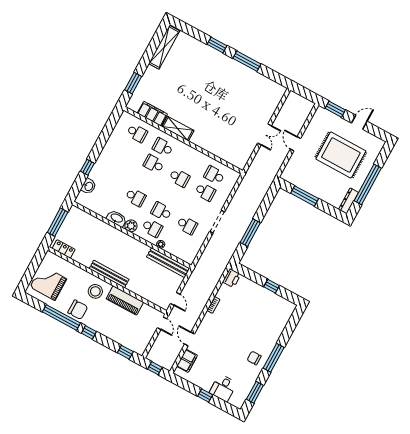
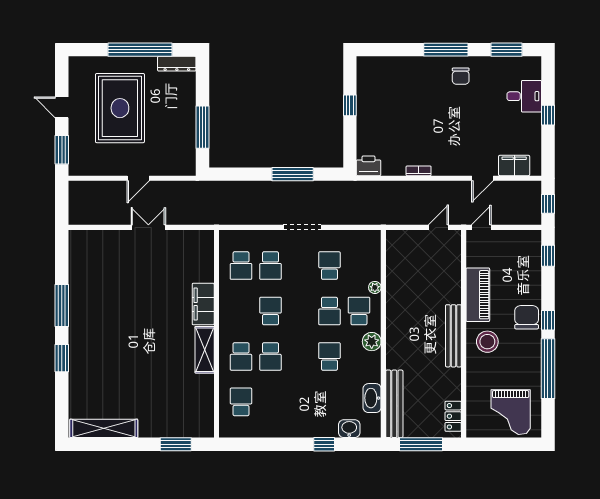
filing cabinet: (152, 114) -> (203, 304), moved
school desk: (205, 192) -> (270, 266), turned 180
washbasin: (117, 218) -> (372, 398), moved
bench: (168, 263) -> (394, 404), moved
chair: (78, 310) -> (527, 317), moved

